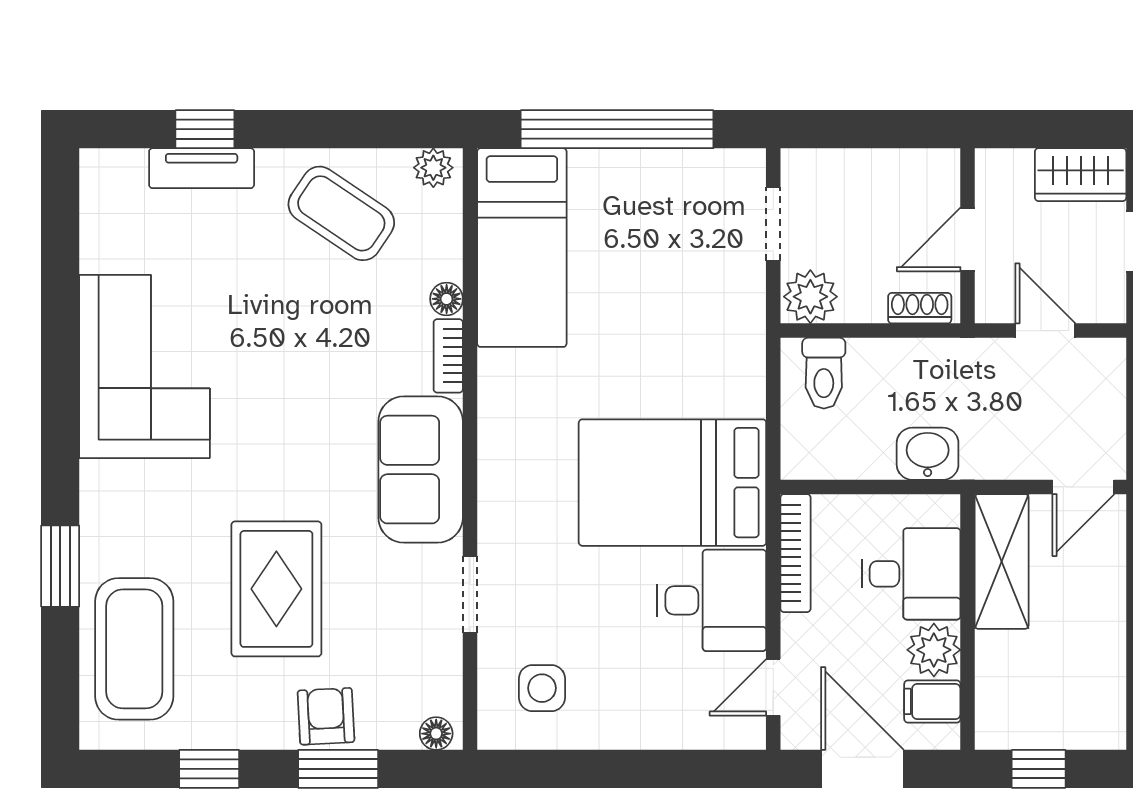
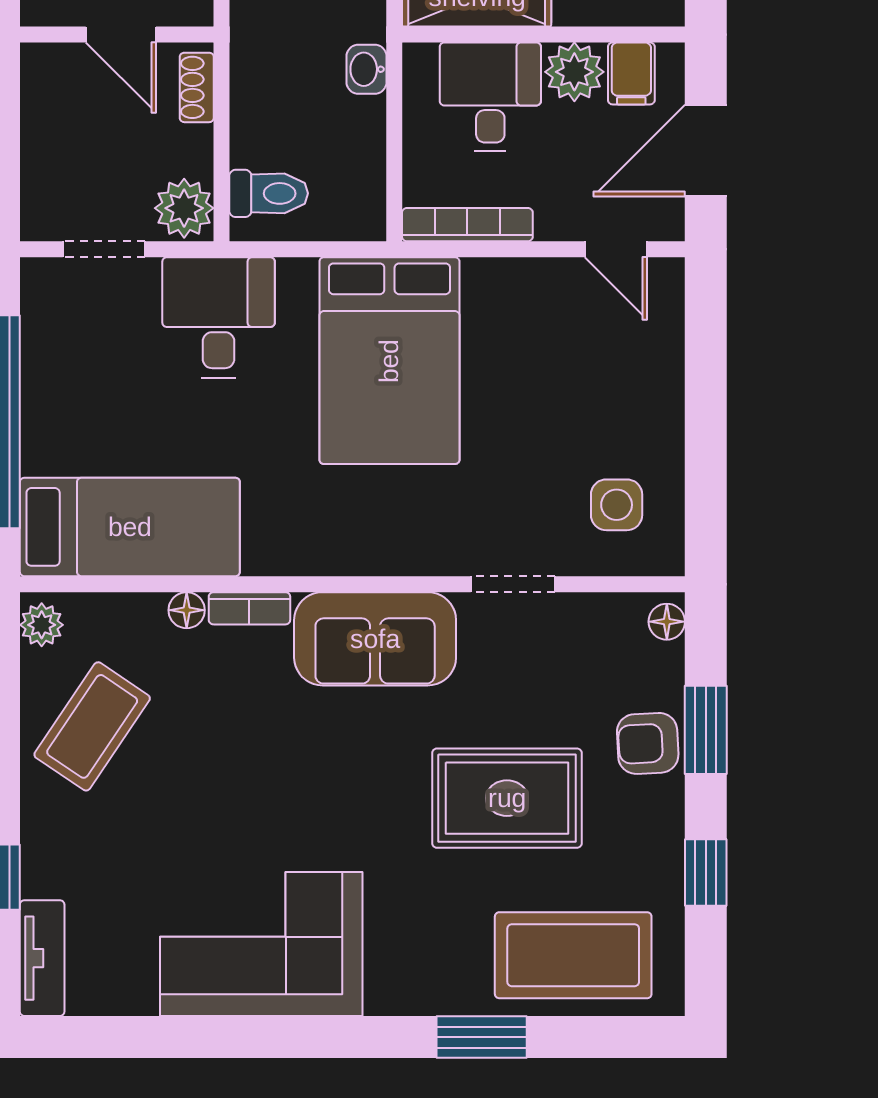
tv unit: (202, 168) -> (42, 958), moved
washbasin: (928, 454) -> (367, 69), width x0.72, depth x0.69
desk: (711, 600) -> (219, 318), moved

